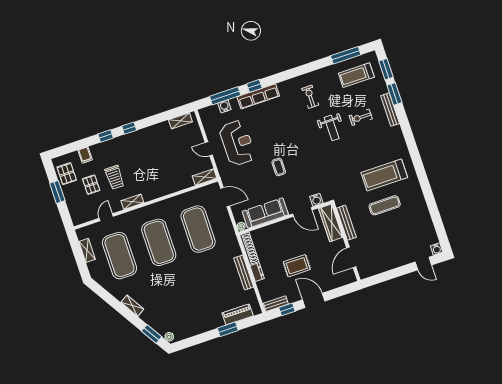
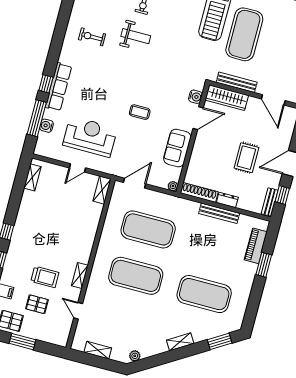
exercise mat: (385, 205) -> (244, 34), width x2.00, depth x1.45
sofa: (265, 213) -> (177, 148), width x0.73
exercise mat: (119, 256) -> (204, 294), moved
plant: (169, 337) -> (135, 356), moved

